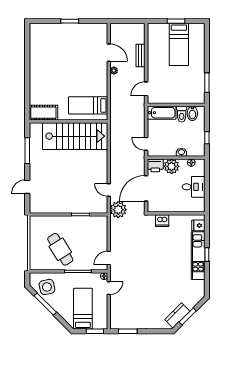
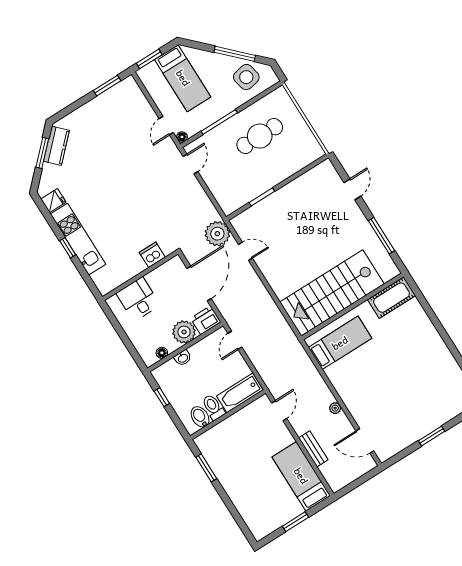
bed: (179, 44) -> (301, 476), moved
door: (109, 53) -> (365, 441), moved
door: (146, 144) -> (235, 340), swing flipped
desk: (194, 187) -> (138, 299), moved, turned 90
fridge: (198, 225) -> (53, 201), moved
cafe table: (60, 249) -> (260, 136), turned -58

